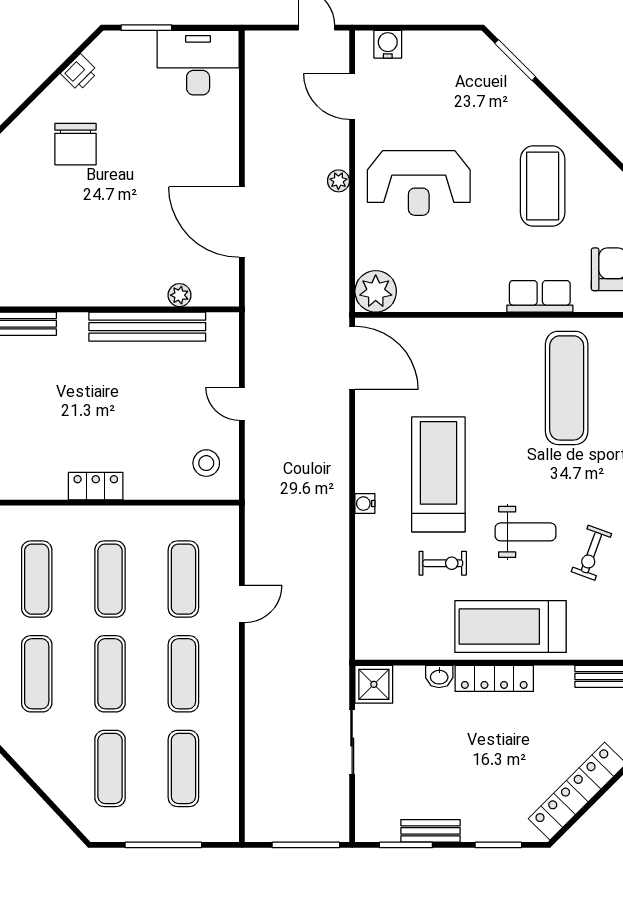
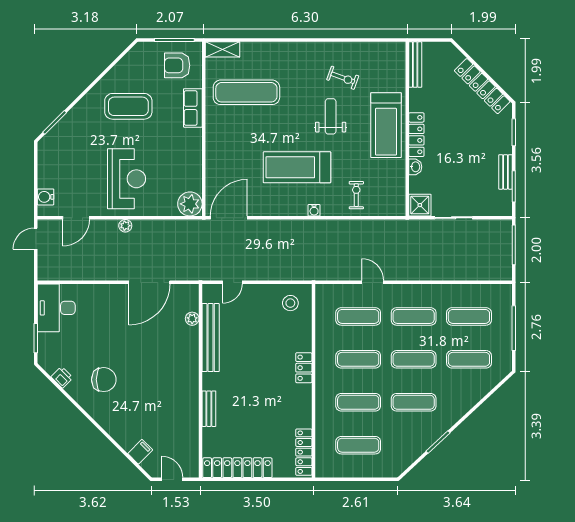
door: (242, 404) -> (232, 282), moved
exercise bike: (443, 563) -> (356, 195), moved

